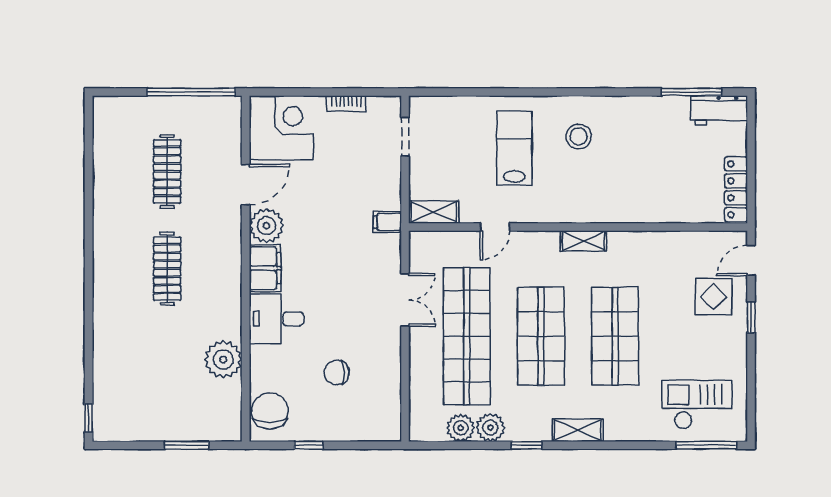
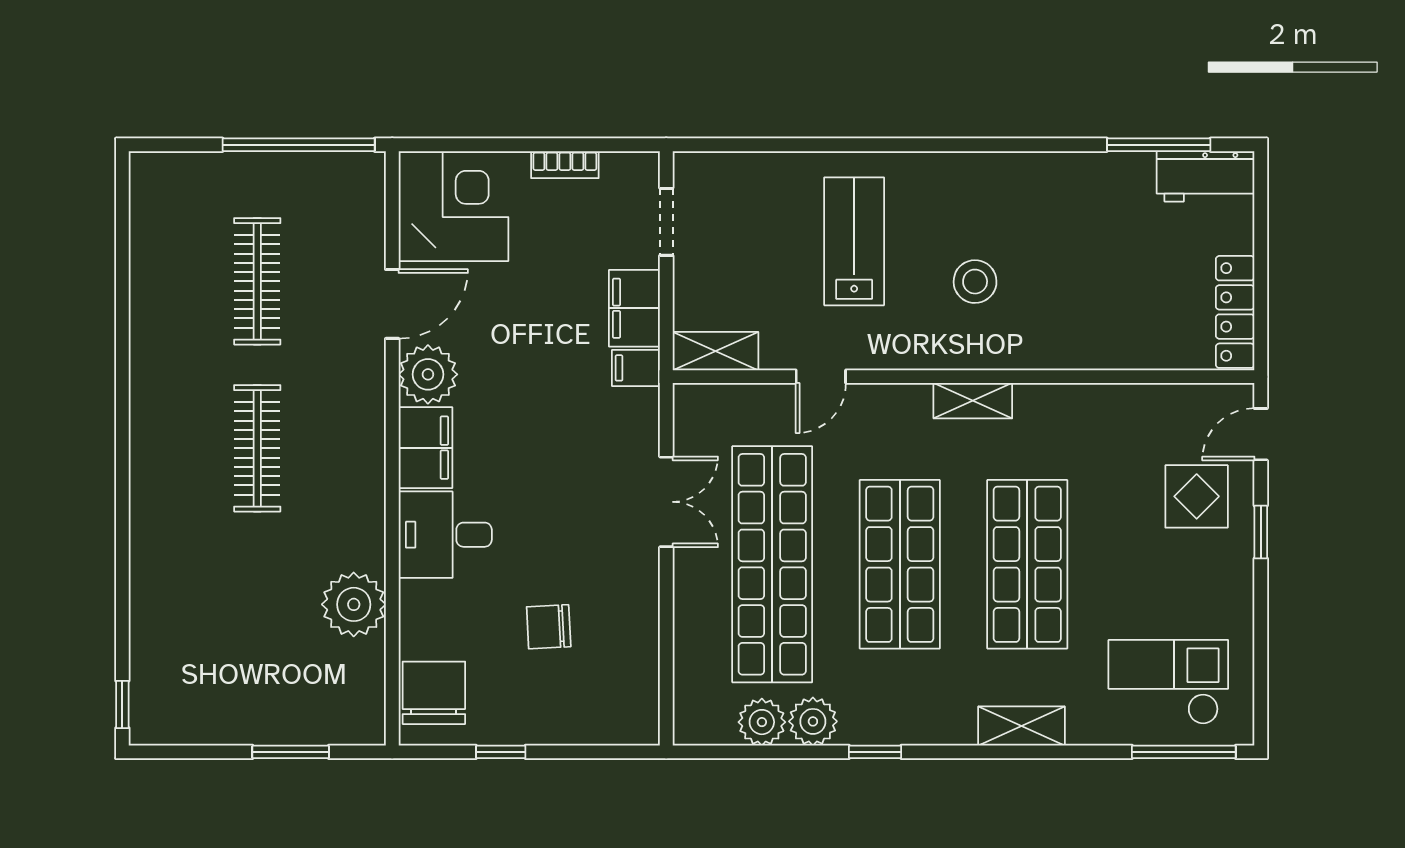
stool: (579, 136) -> (975, 282), moved
filing cabinet: (387, 187) -> (634, 308), added
shelving: (578, 430) -> (1022, 726), moved

